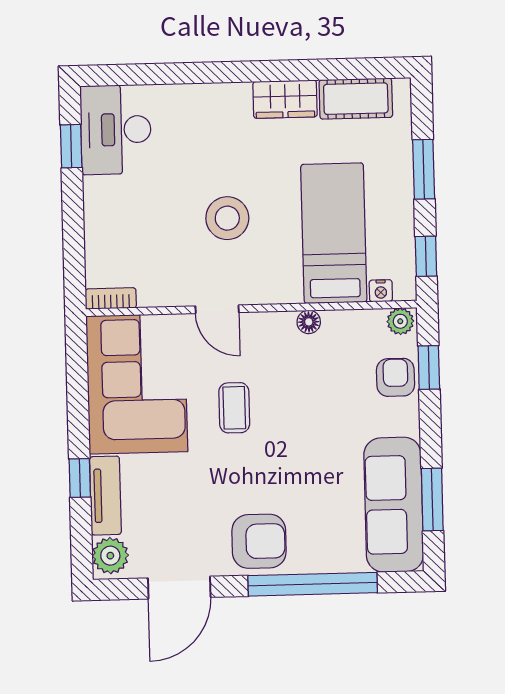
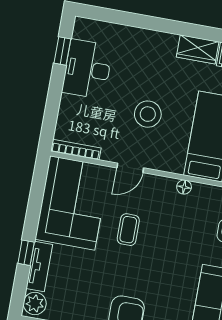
desk: (116, 130) -> (87, 69), moved
bookcase: (111, 298) -> (76, 150), width x1.56
door: (217, 309) -> (130, 168), hinge flipped

